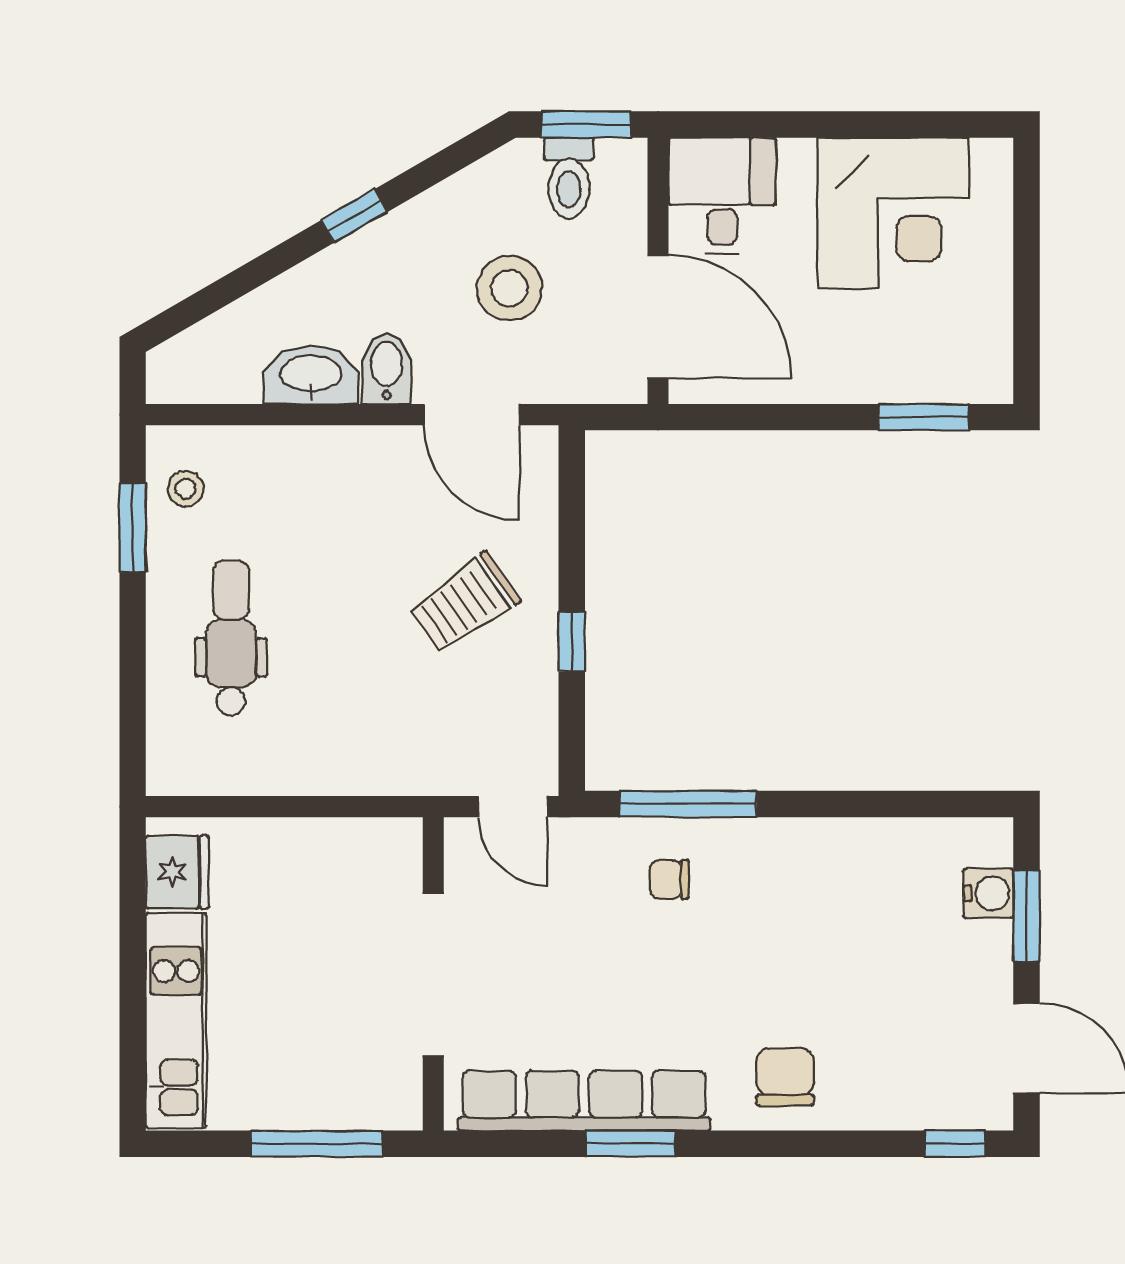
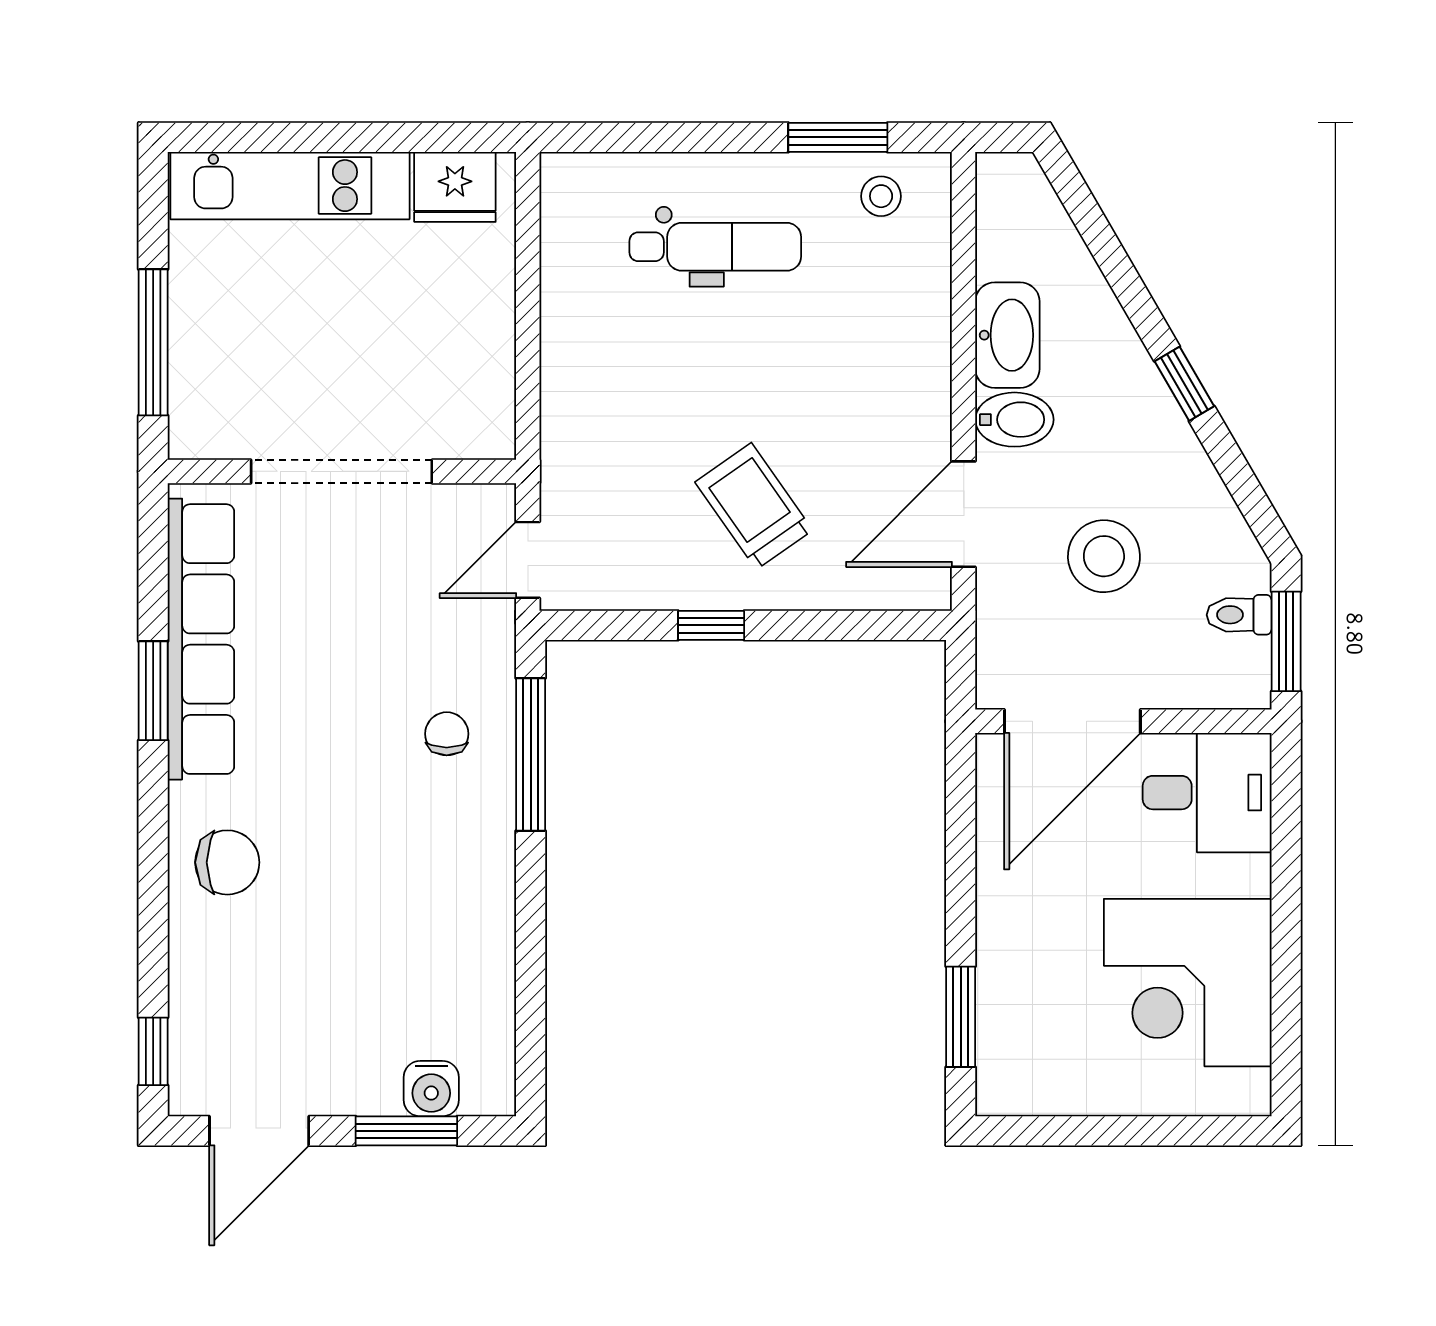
toilet: (569, 178) -> (1239, 615), width x0.73, depth x0.72

